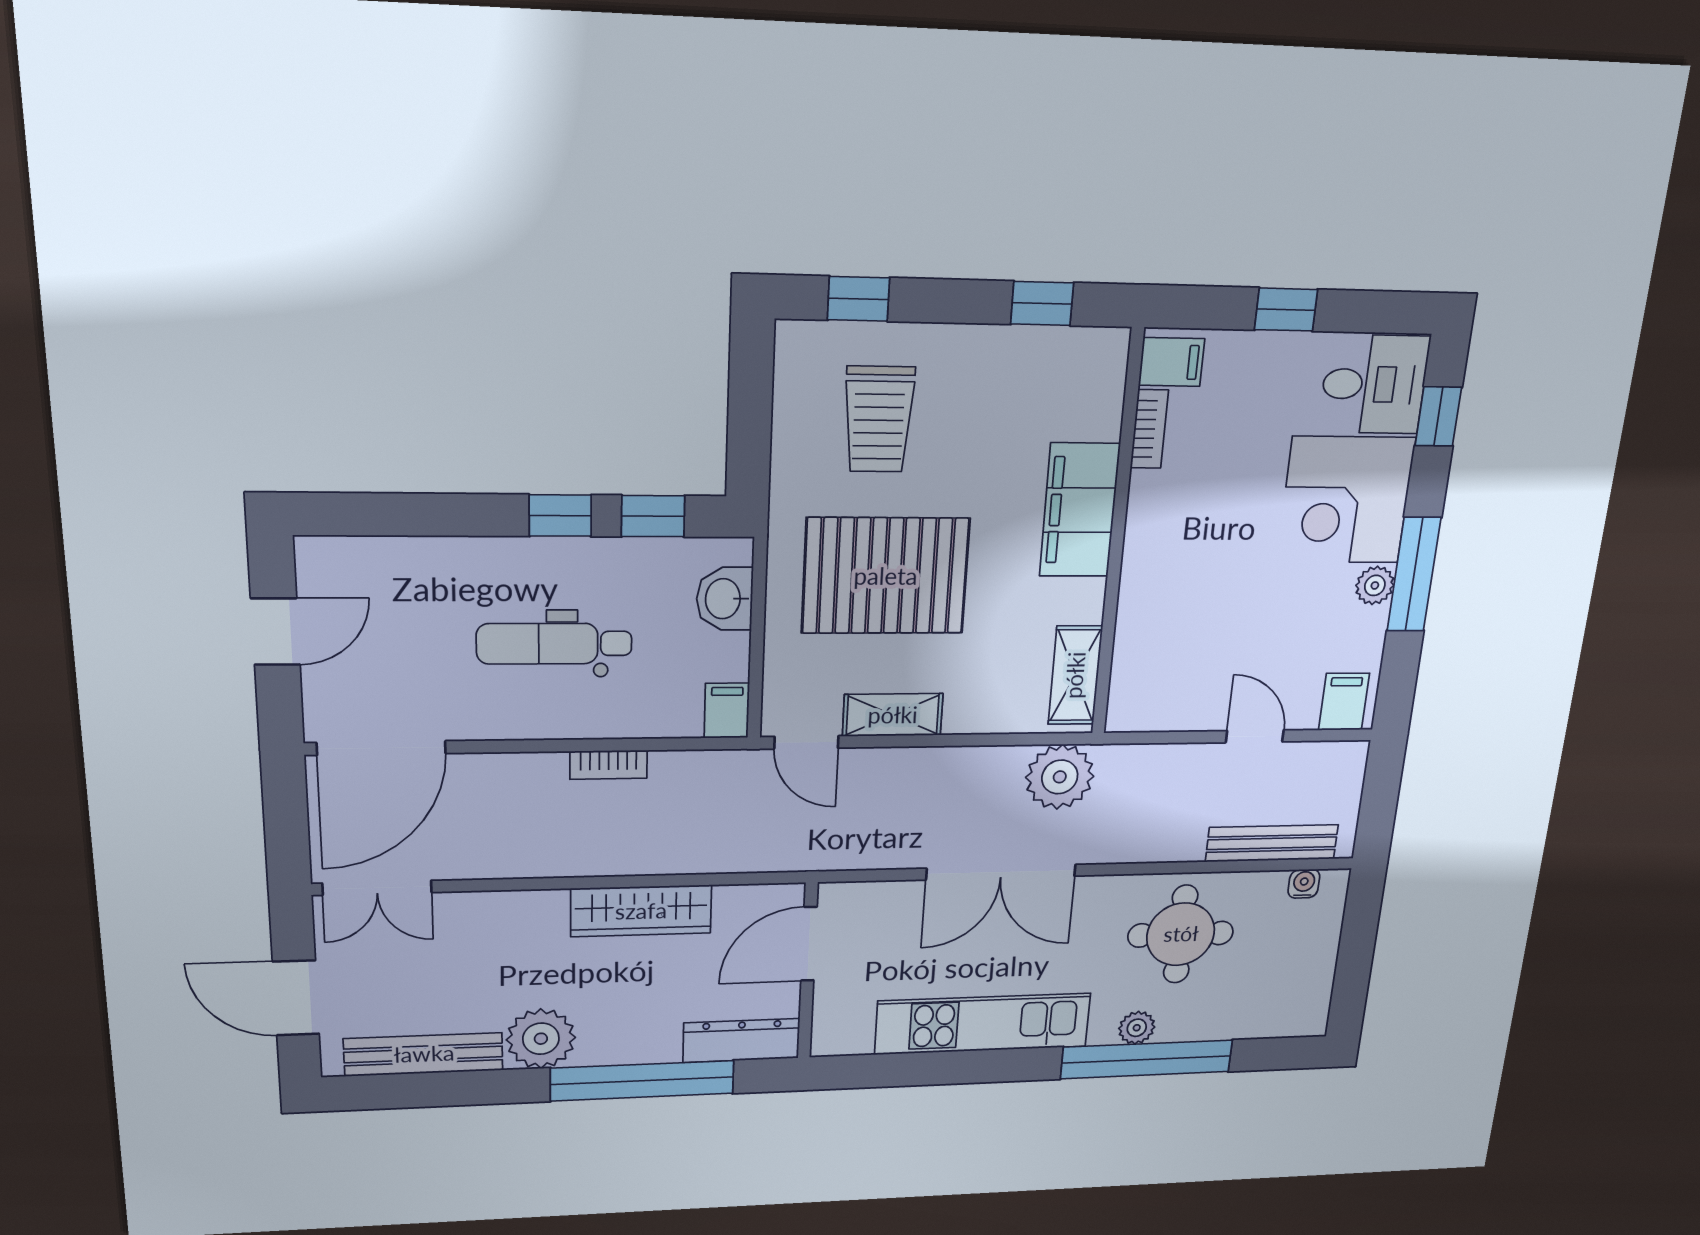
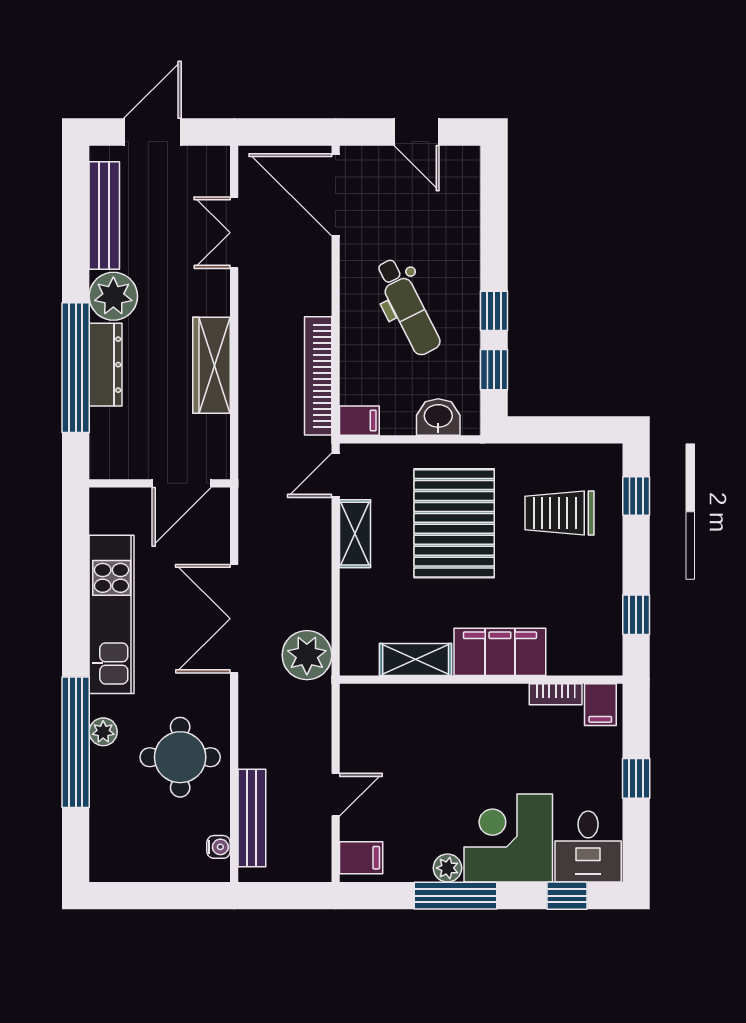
dental chair: (554, 644) -> (408, 307), turned 153
shelving: (1075, 675) -> (416, 659), moved
bookcase: (609, 765) -> (318, 376), width x2.31, depth x1.31
double door: (377, 888) -> (234, 233), moved
door: (809, 944) -> (182, 483), swing flipped
dresser: (741, 1041) -> (106, 365), moved

